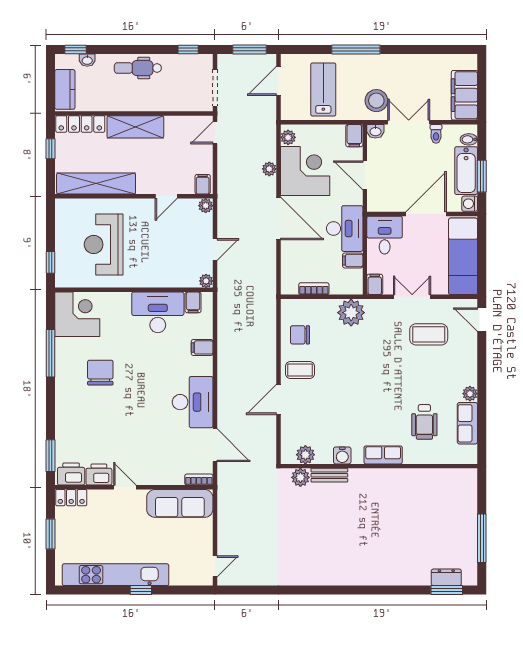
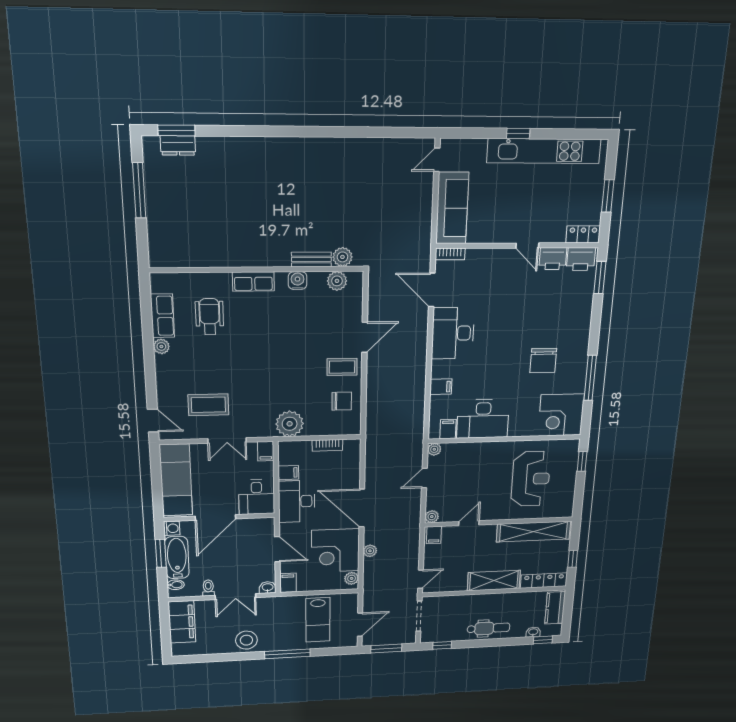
stool: (376, 101) -> (246, 640), moved
sofa: (180, 503) -> (452, 208), moved, turned 90

